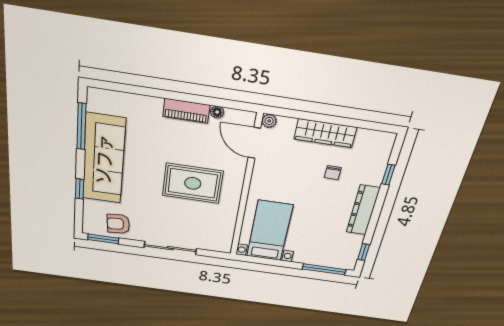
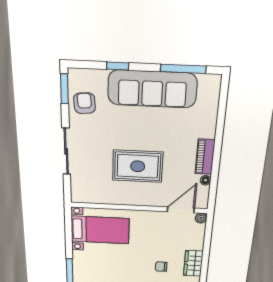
wardrobe: (325, 133) -> (193, 263), width x0.67
rug: (193, 183) -> (138, 166), turned 90

